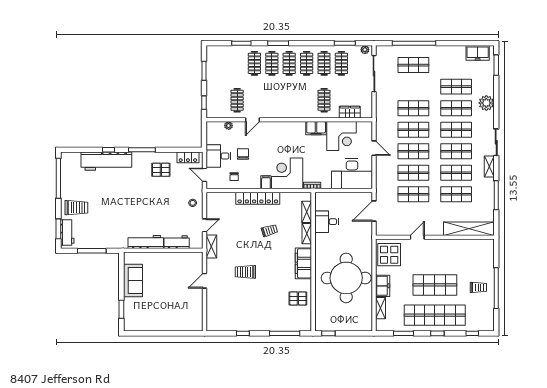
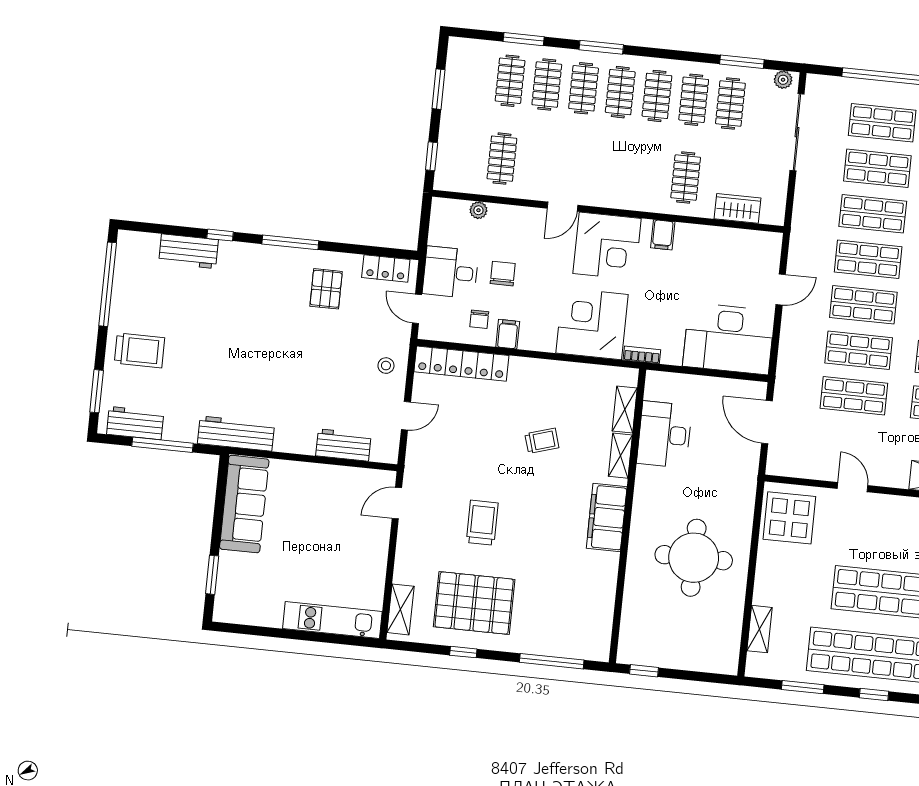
clothes rail: (237, 63) -> (510, 81), added
shop shelf: (413, 87) -> (877, 168), added
door: (252, 120) -> (563, 207), moved
filing cabinet: (316, 128) -> (663, 235), width x0.50
corner desk: (342, 136) -> (607, 246), moved
door: (374, 148) -> (781, 289), hinge flipped
workbench: (106, 161) -> (189, 251), width x0.53, depth x0.76
pallet: (161, 170) -> (326, 289), turned 90
filing cabinet: (266, 182) -> (508, 334), moved
locker: (258, 198) -> (461, 364), moved
door: (374, 211) -> (767, 422), hinge flipped
desk: (326, 222) -> (664, 434), width x1.37
workbench: (67, 233) -> (135, 423), moved, turned -90
door: (417, 237) -> (853, 487), hinge flipped
workbench: (146, 242) -> (236, 434), moved
shelving: (211, 247) -> (401, 609), moved
trolley: (245, 272) -> (482, 523), turned 90
round table: (346, 278) -> (694, 558), width x0.73, depth x0.73
sofa: (133, 280) -> (244, 504), width x1.36
door: (204, 281) -> (397, 503), moved
freezer: (383, 286) -> (769, 582), removed
pallet: (298, 298) -> (474, 603), moved, width x2.05, depth x2.00
kitchen unit: (180, 325) -> (332, 620), added

